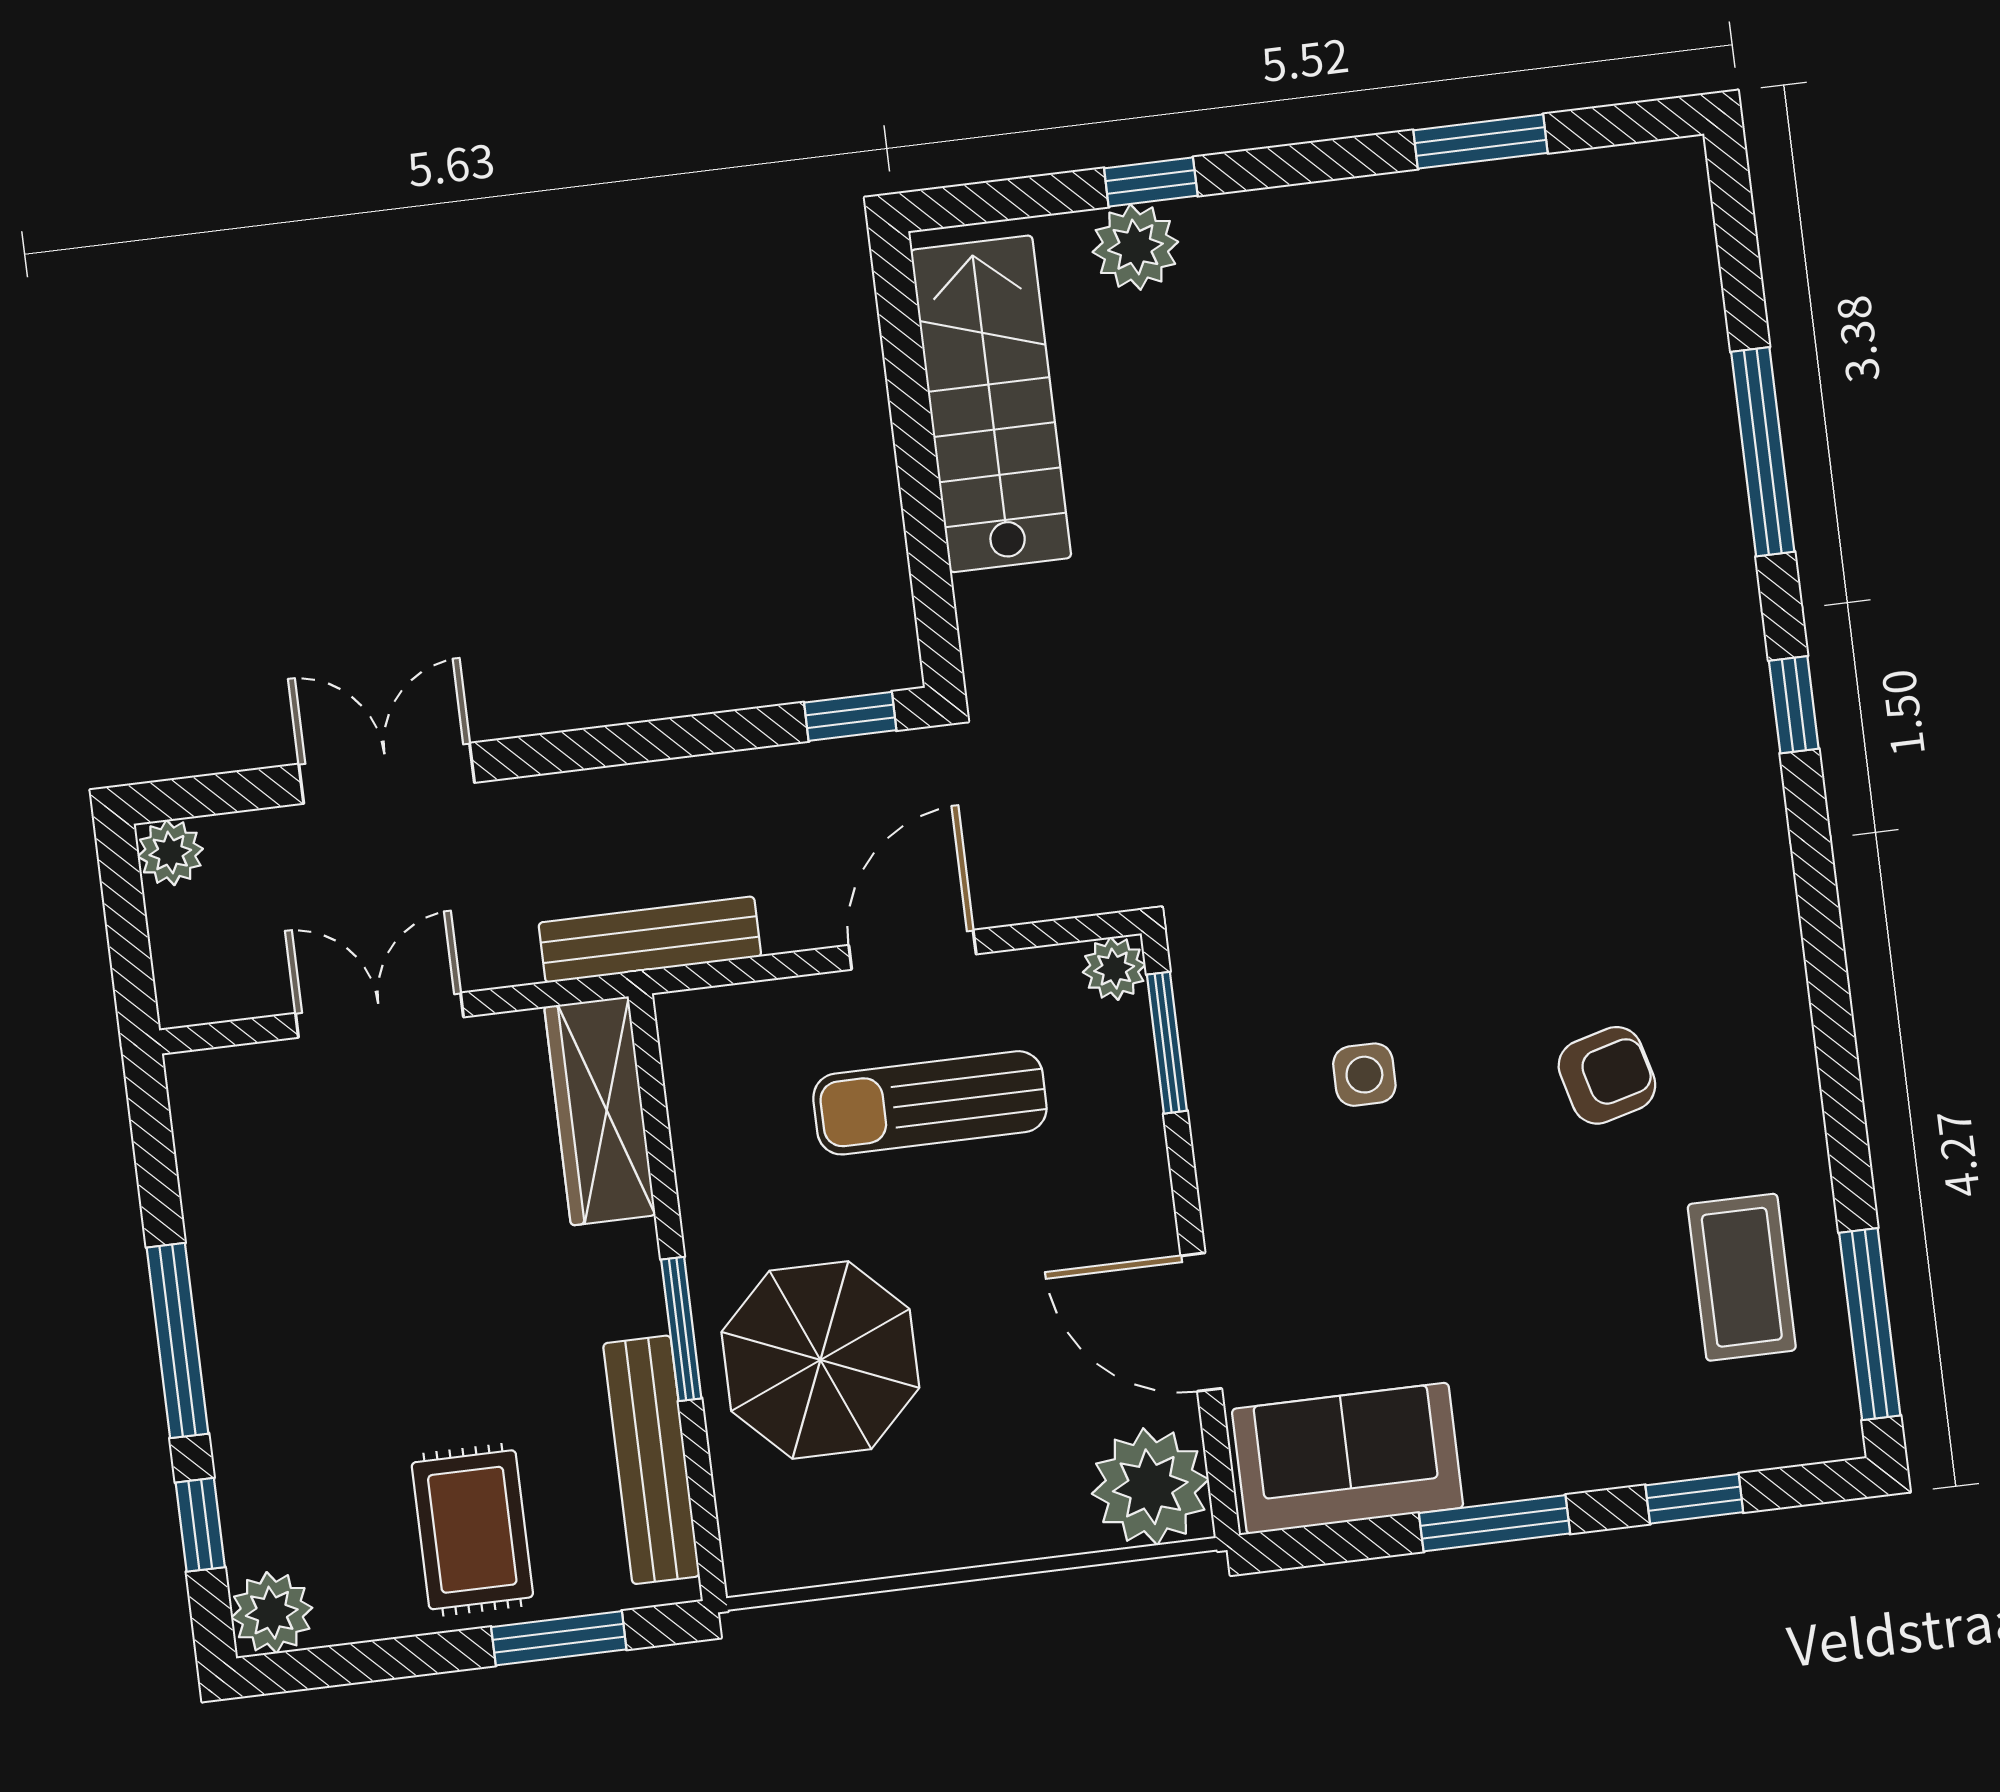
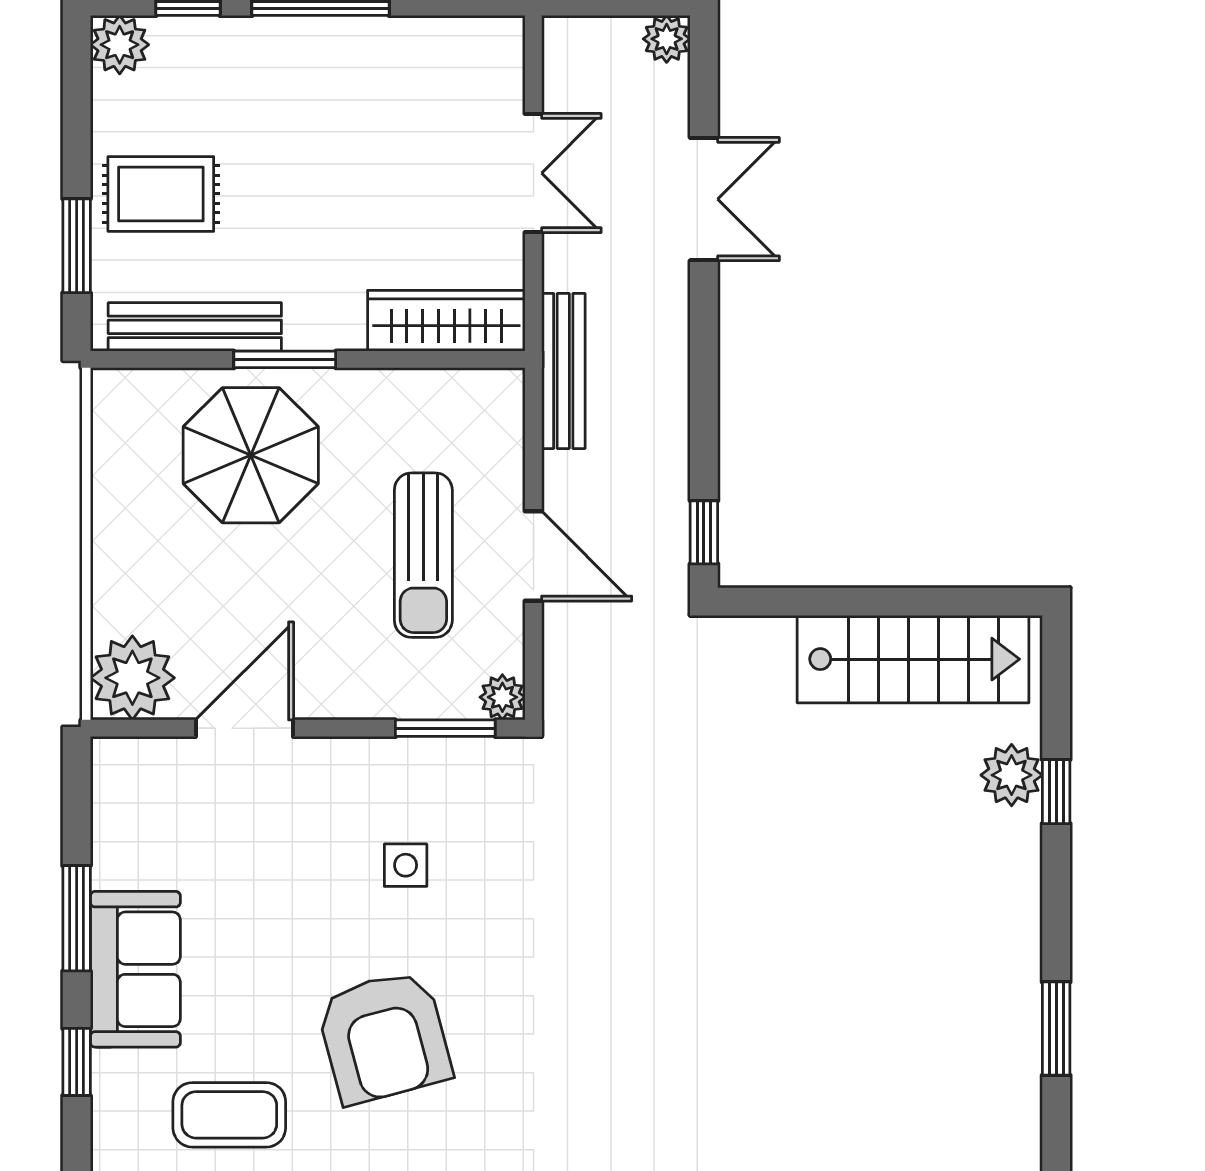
armchair: (1607, 1075) -> (384, 1037), width x1.88, depth x1.88
sun lounger: (930, 1103) -> (423, 555), turned 180
sofa: (1348, 1458) -> (135, 969), moved

